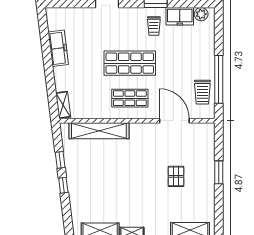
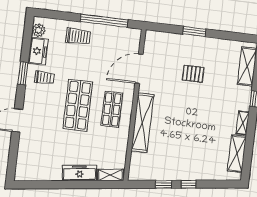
freezer: (58, 48) -> (79, 173), moved
trolley: (202, 92) -> (78, 36), moved
shelving: (99, 131) -> (142, 123), moved

